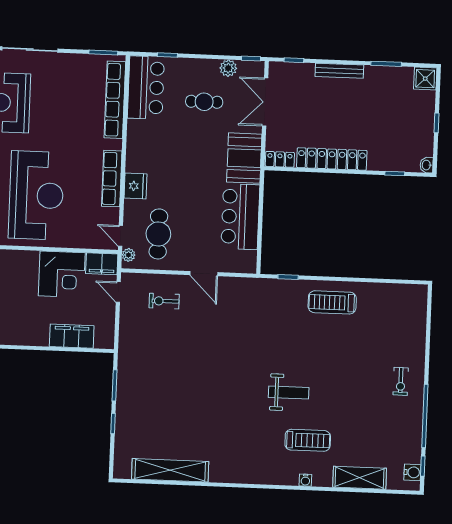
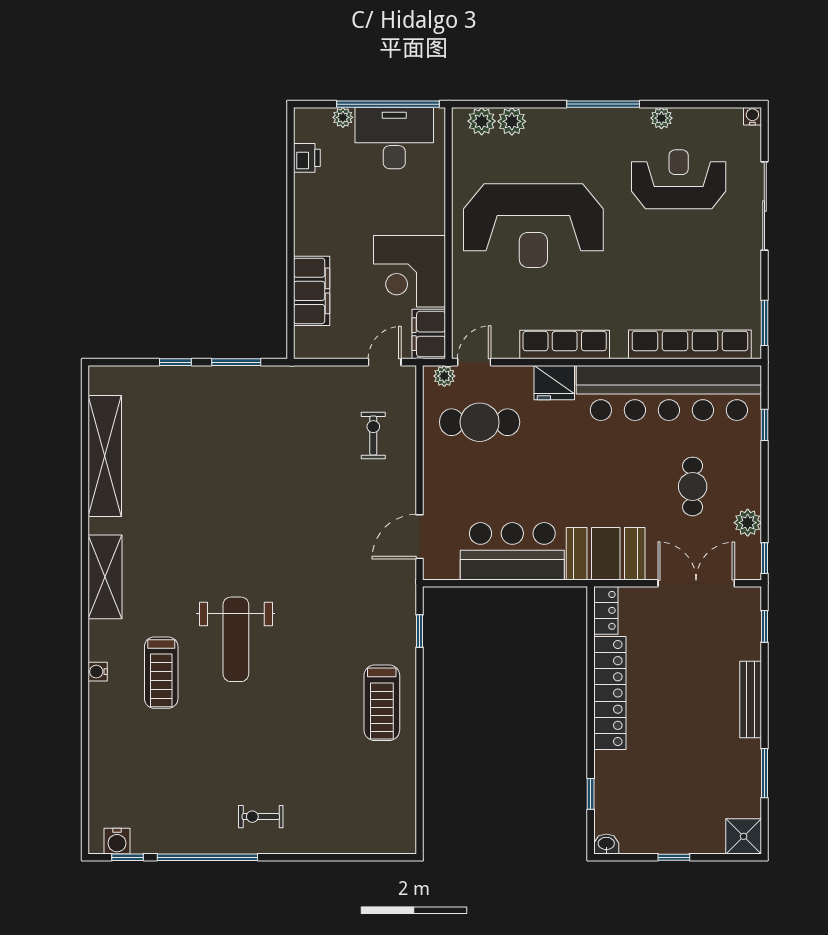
bar counter: (146, 87) -> (669, 393), width x1.86
door: (204, 274) -> (419, 537), moved
treadmill: (332, 302) -> (382, 703), turned 180
weight bench: (289, 393) -> (236, 639), width x1.36, depth x1.33
shelving: (360, 478) -> (105, 577), moved

